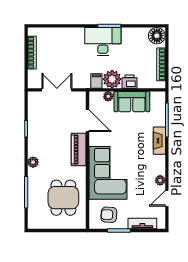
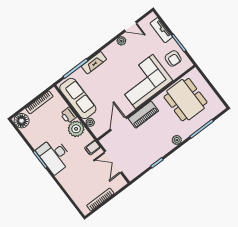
filing cabinet: (96, 81) -> (92, 148), moved
sofa: (132, 102) -> (78, 98), width x1.36
dining table: (63, 198) -> (185, 100), width x1.37

